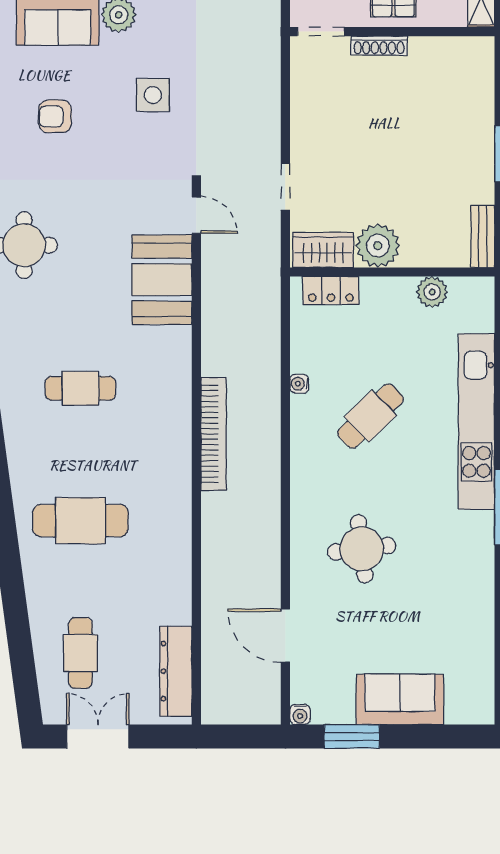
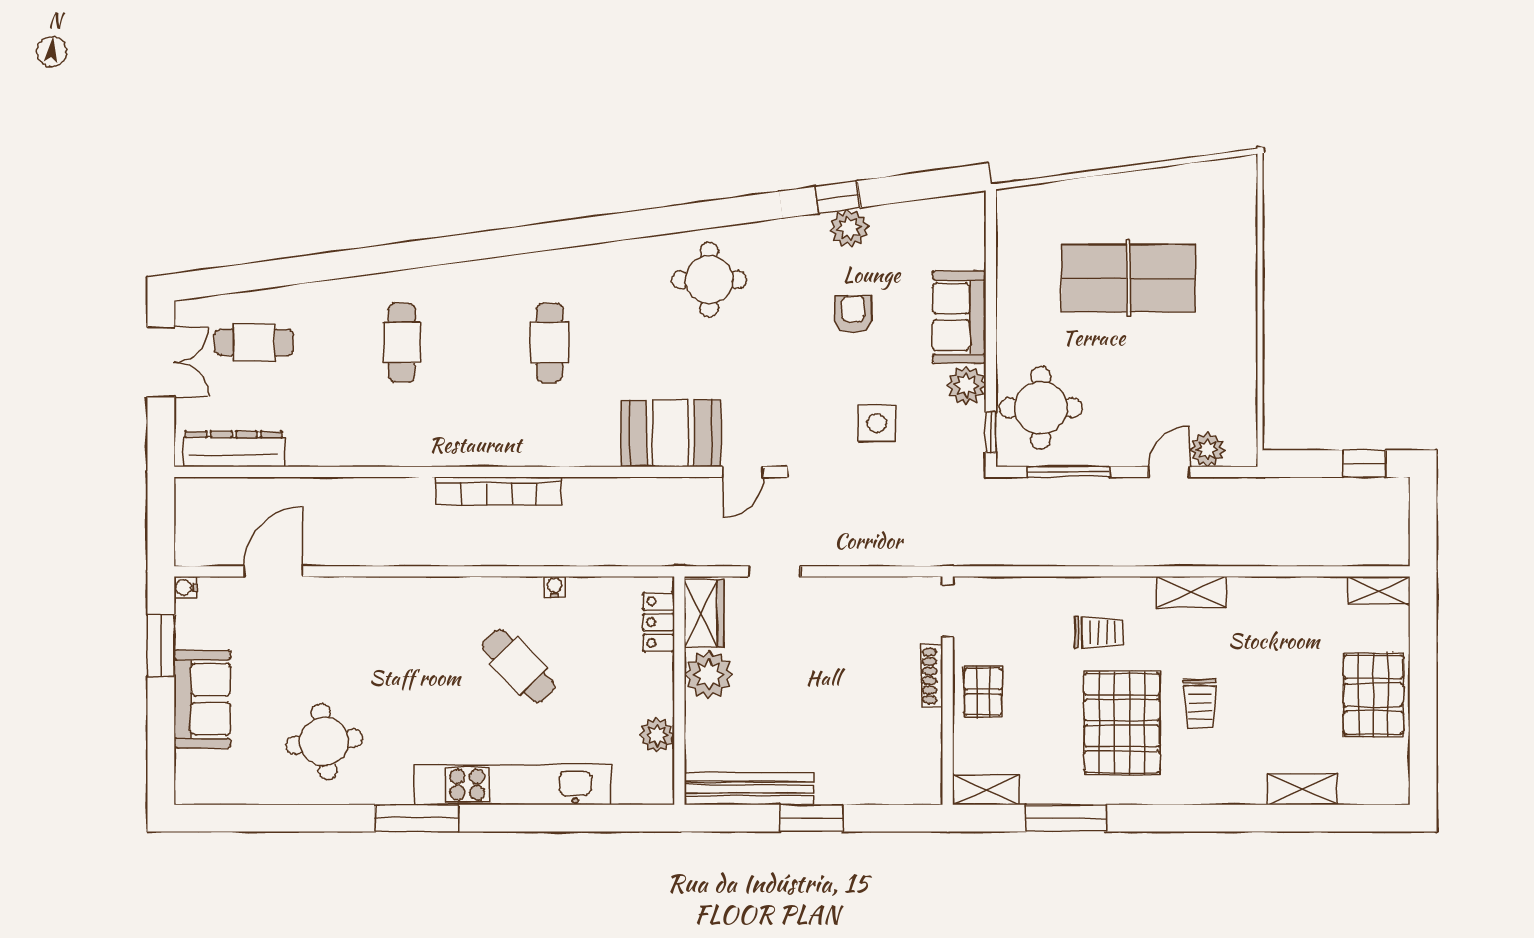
bench: (483, 236) -> (749, 789), width x1.86, depth x1.21
cafe table: (80, 521) -> (402, 342), width x0.73, depth x0.74
round table: (362, 549) -> (324, 742), moved

